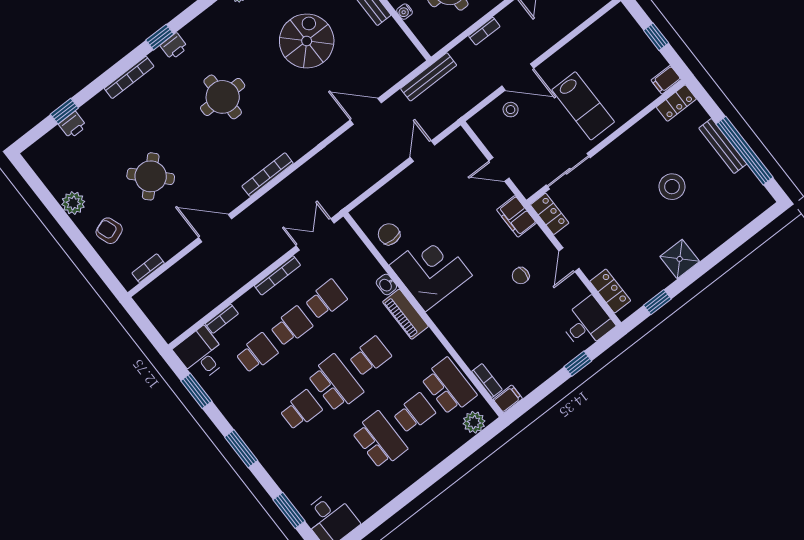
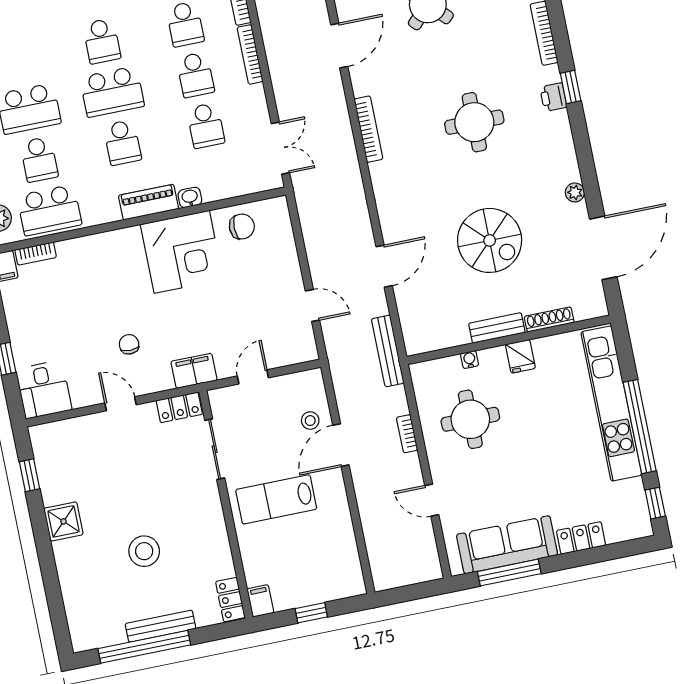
bookcase: (277, 275) -> (250, 54), moved
locker: (610, 291) -> (66, 431), removed

